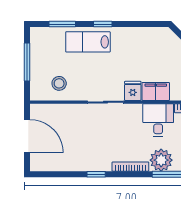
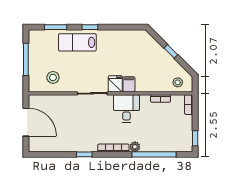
filing cabinet: (156, 91) -> (129, 84), width x0.50
desk: (158, 120) -> (126, 108), moved
plant: (161, 160) -> (135, 147), width x0.53, depth x0.53

